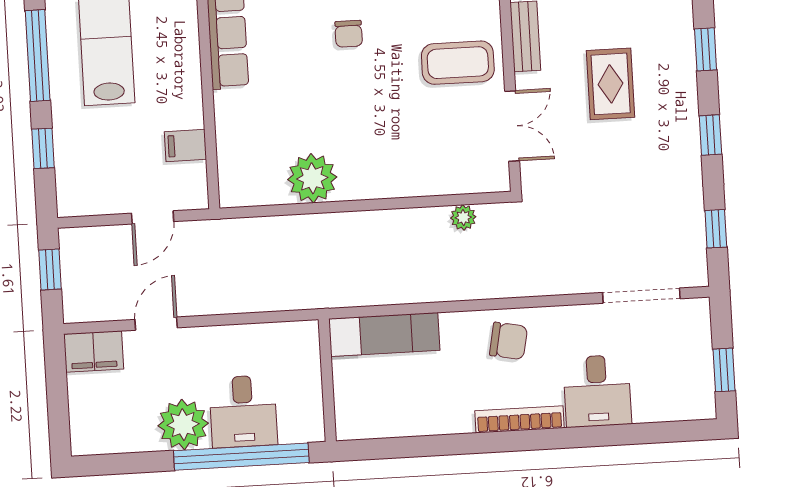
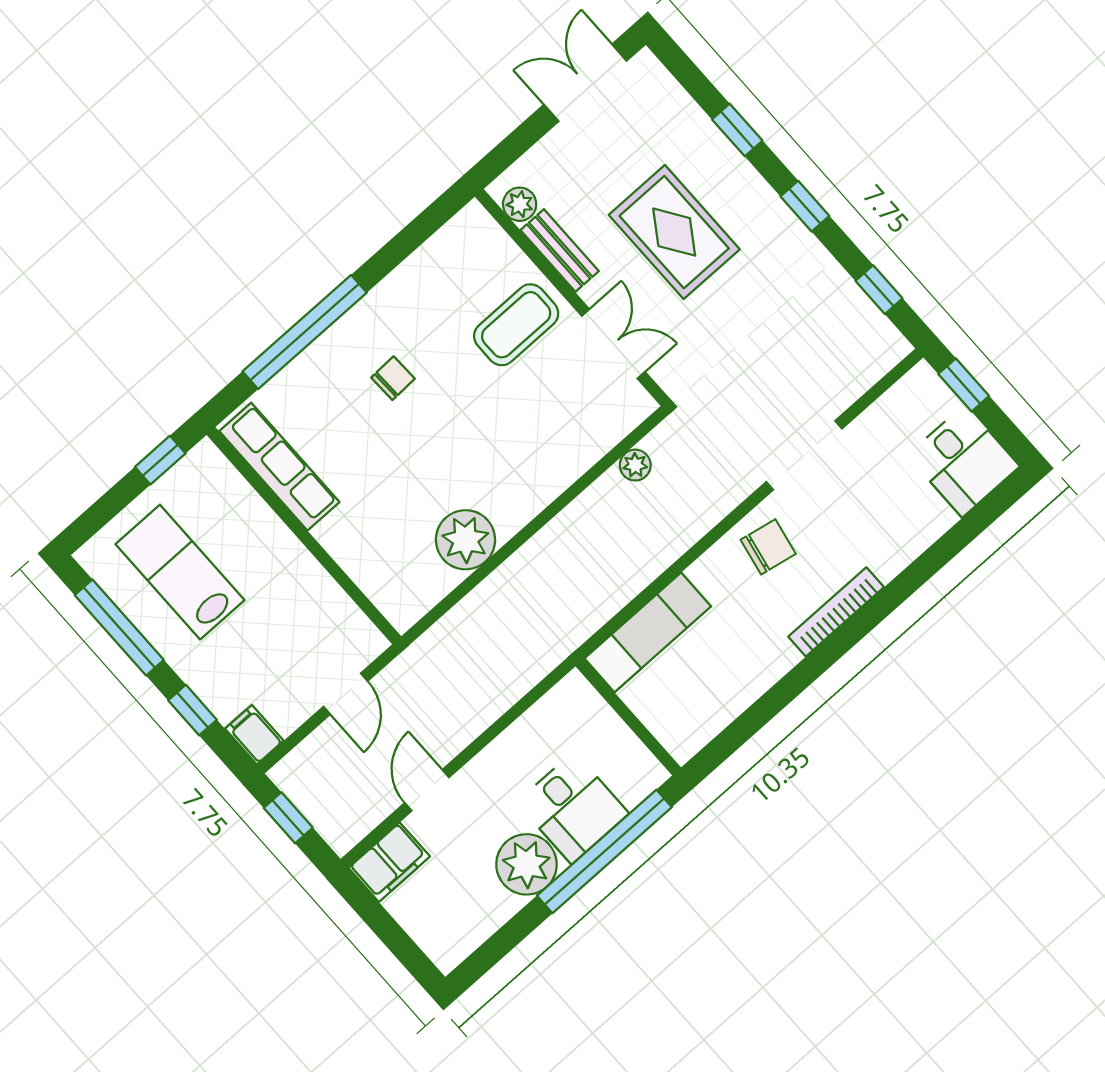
chair: (349, 34) -> (393, 378), turned -92
rug: (611, 84) -> (674, 232), width x1.36, depth x1.43
filing cabinet: (186, 145) -> (254, 735), moved, turned 90
doorway: (641, 296) -> (804, 455), moved
window: (724, 370) -> (964, 385), moved
desk: (597, 391) -> (963, 461), moved

